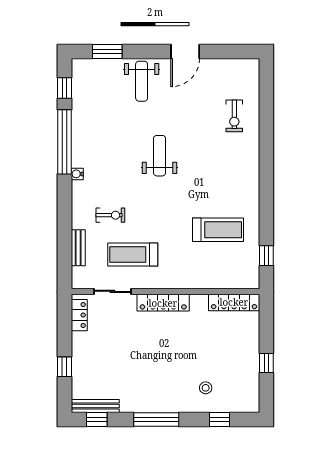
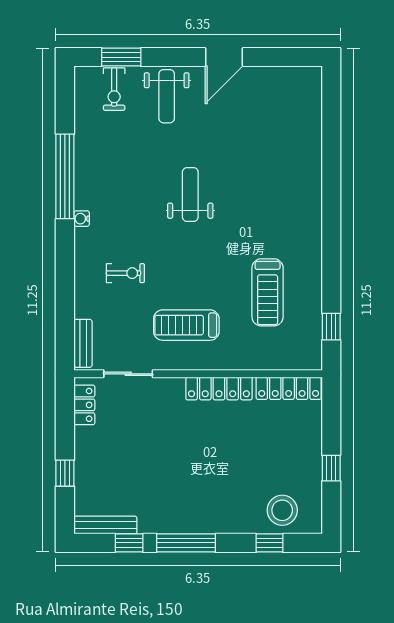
window: (64, 88) -> (65, 105), removed
exercise bike: (234, 116) -> (114, 89), moved
treadmill: (218, 230) -> (268, 292), turned 90
bench: (78, 248) -> (83, 343), moved
treadmill: (133, 255) -> (186, 325), moved
locker: (163, 303) -> (219, 388), moved
stool: (206, 388) -> (282, 510), moved, width x1.89, depth x1.89
window: (97, 420) -> (129, 543), moved

